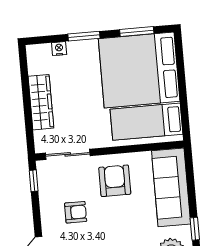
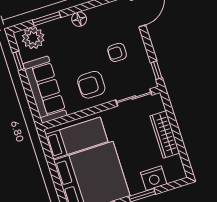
nightstand: (59, 49) -> (154, 178), width x1.89, depth x1.79
armchair: (115, 181) -> (91, 85), turned 90

